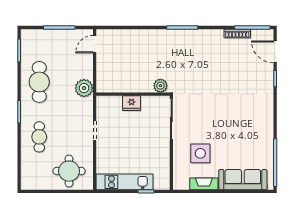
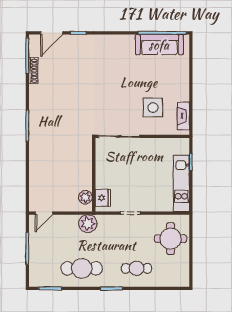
door: (95, 44) -> (44, 213), hinge flipped
plant: (160, 86) -> (85, 197), moved
fridge: (132, 103) -> (103, 198), moved
sofa: (243, 180) -> (159, 45), moved, turned -90
fireplace: (204, 184) -> (183, 116), moved

